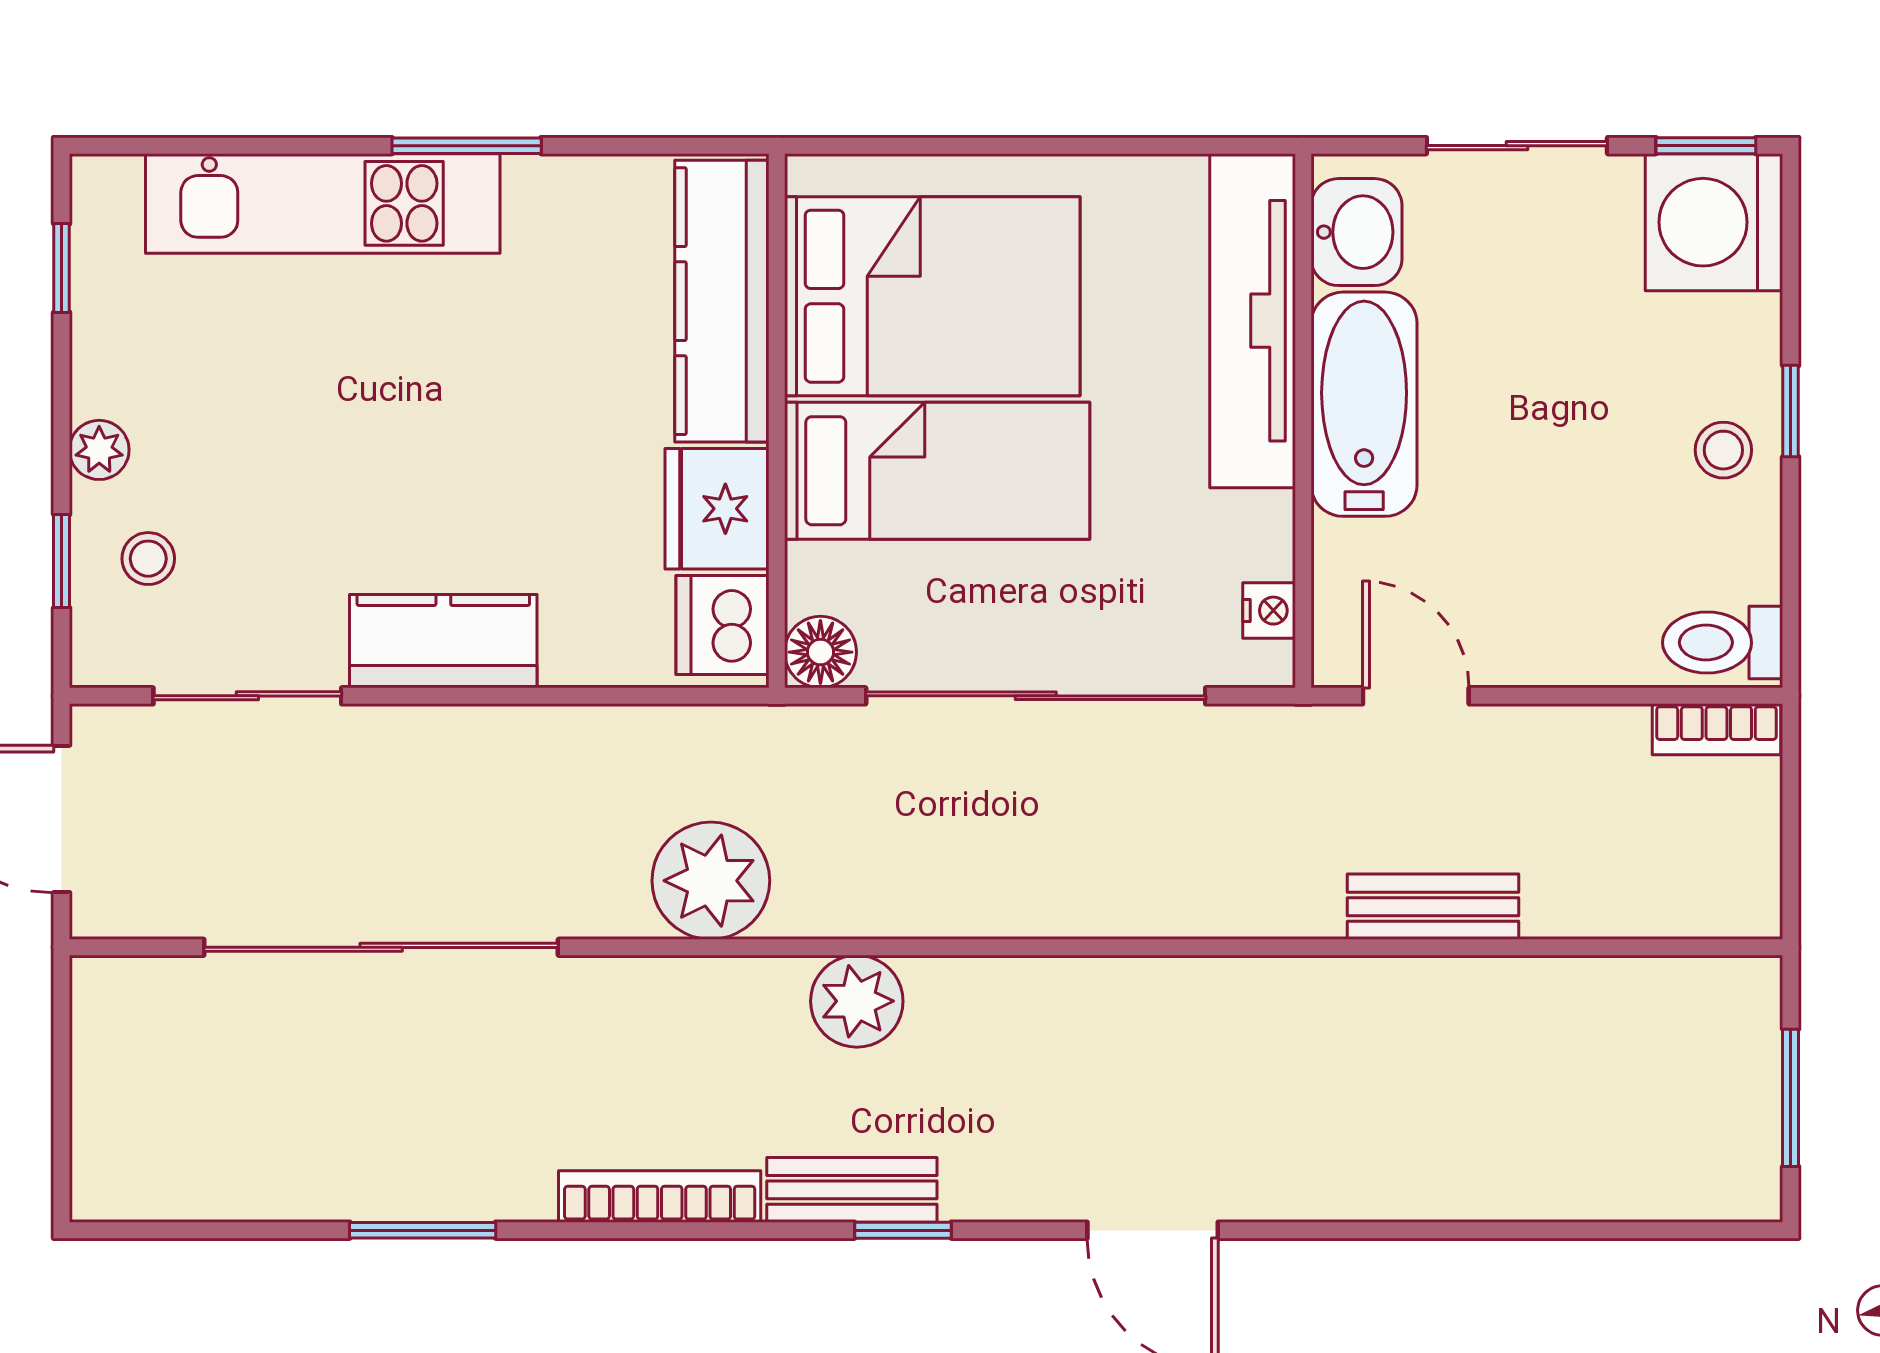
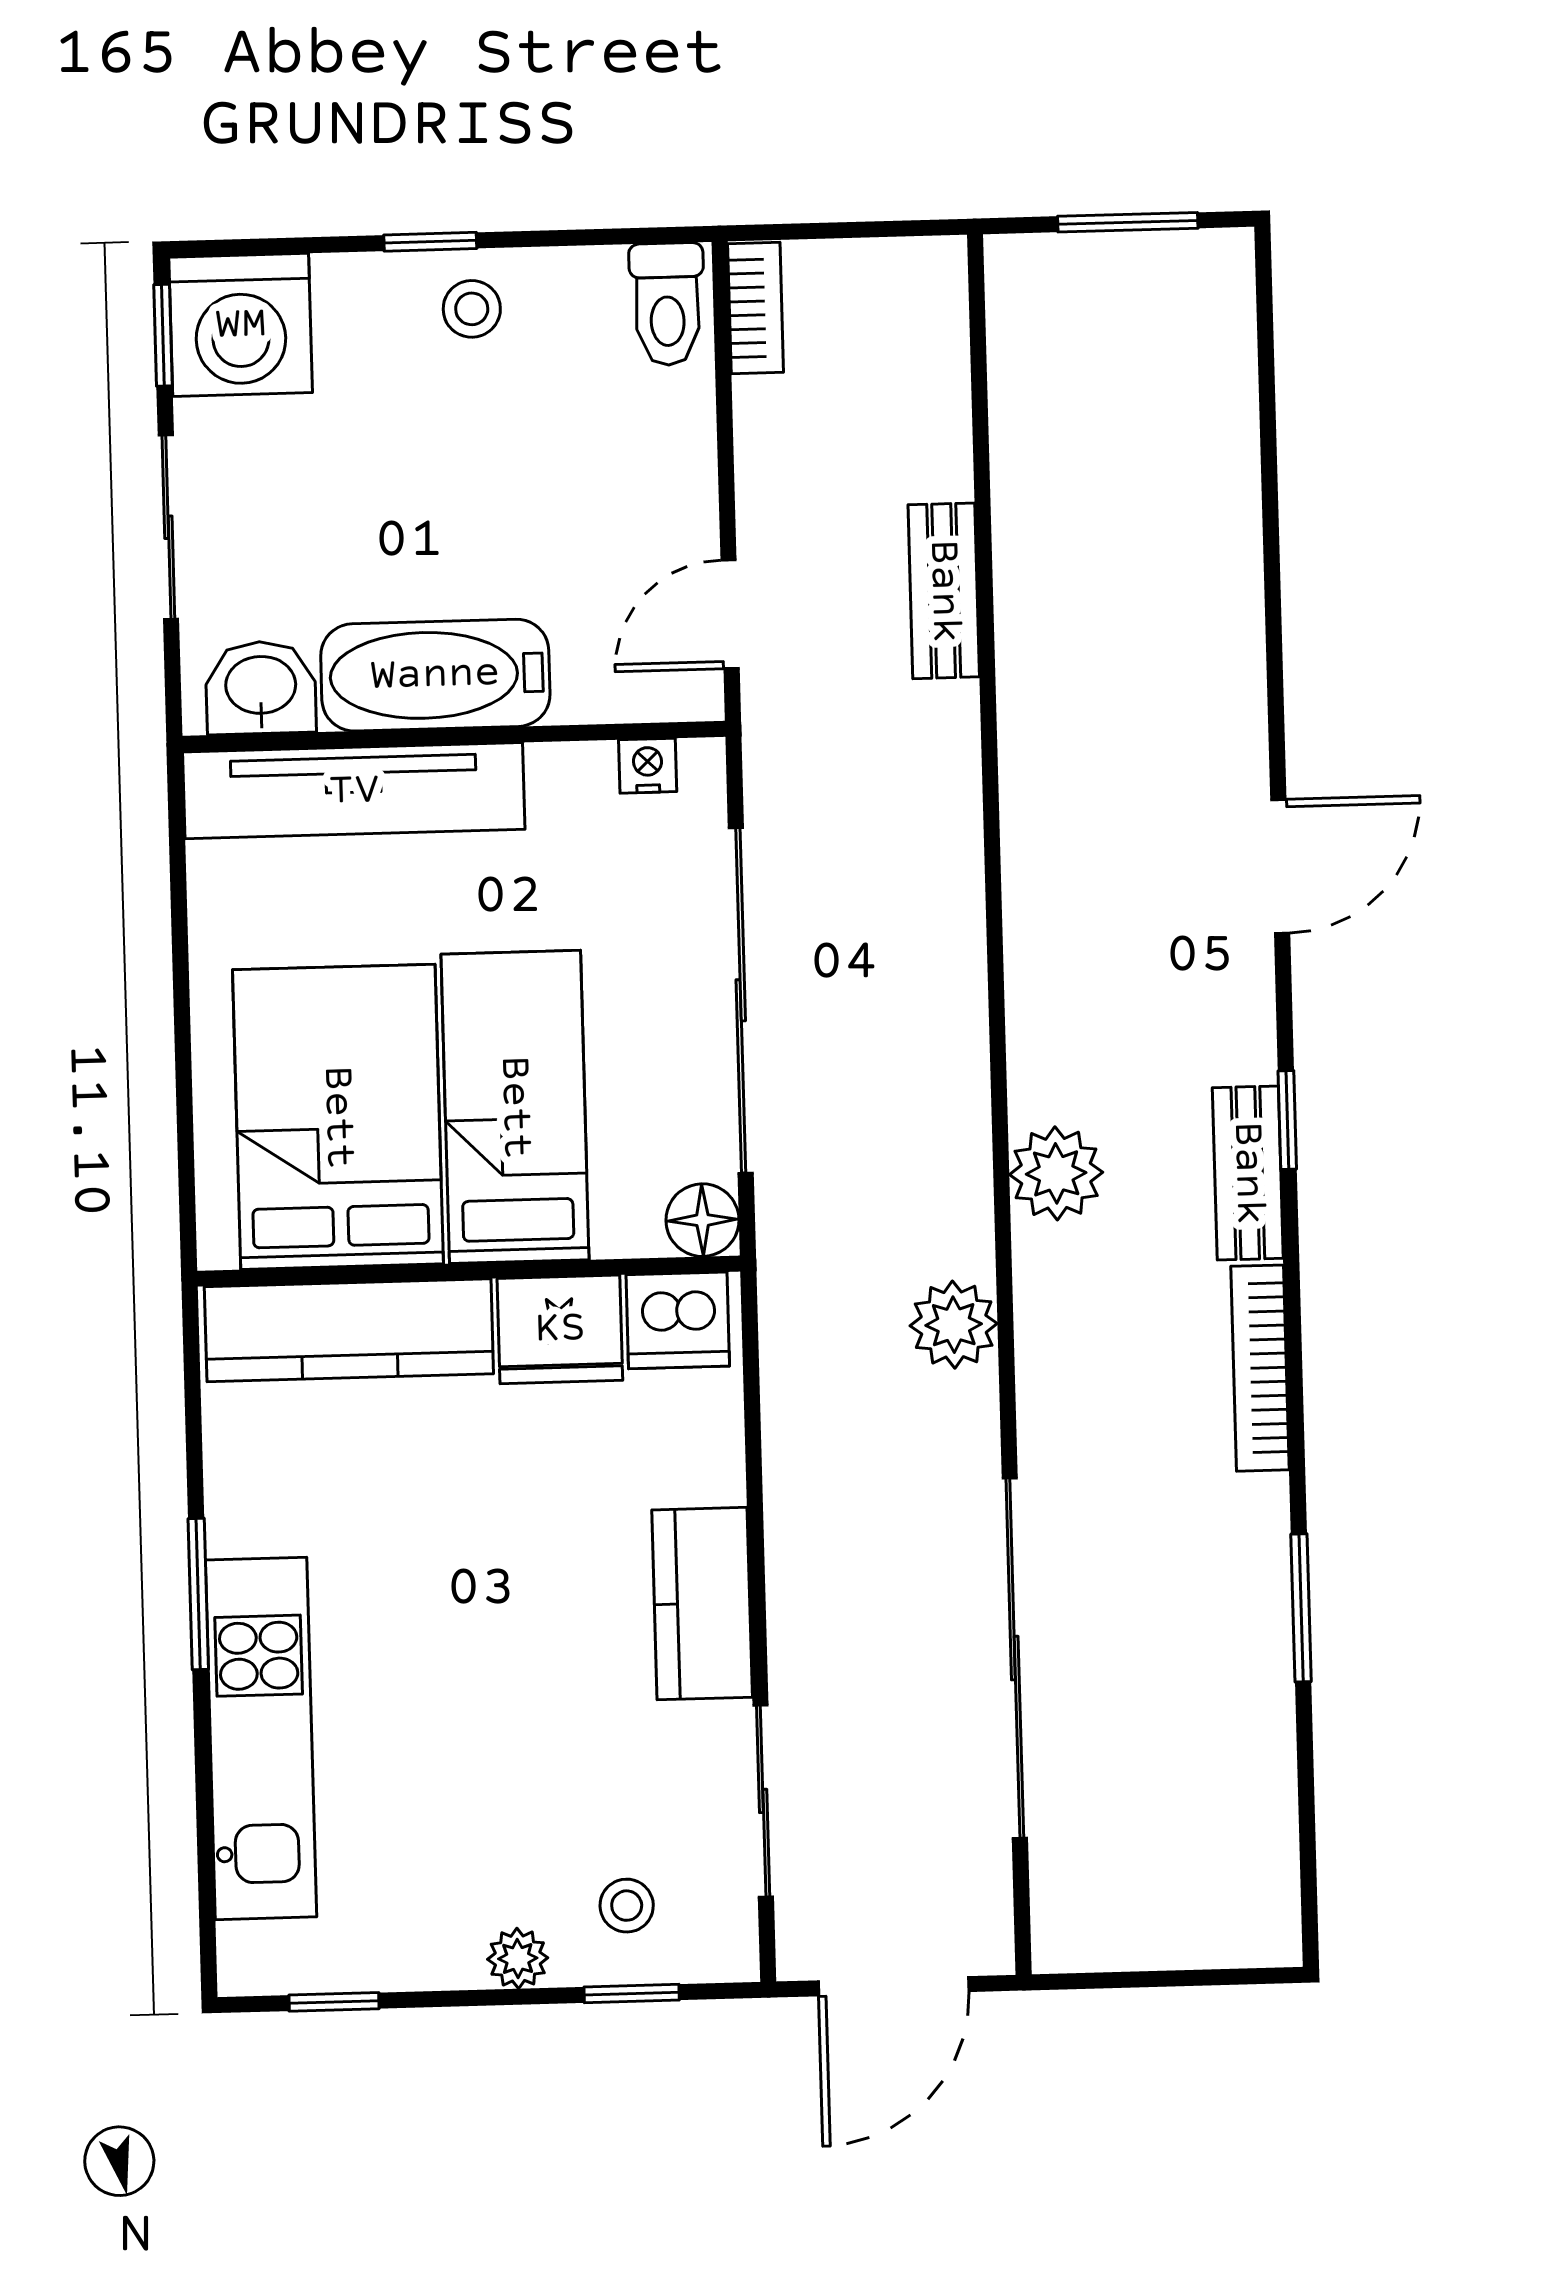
plant: (711, 881) -> (954, 1325), width x0.73, depth x0.73

